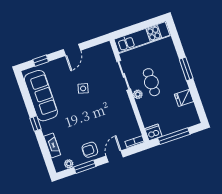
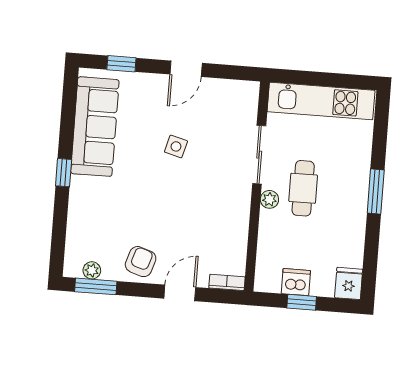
fridge: (184, 98) -> (349, 283), moved, turned 90
dishwasher: (153, 132) -> (296, 282), moved
window: (174, 136) -> (302, 302), width x0.46
fireplace: (52, 146) -> (76, 225), removed
armchair: (90, 150) -> (141, 262), turned 108
window: (85, 167) -> (96, 286), moved

